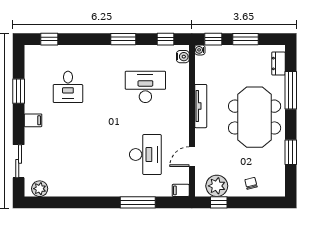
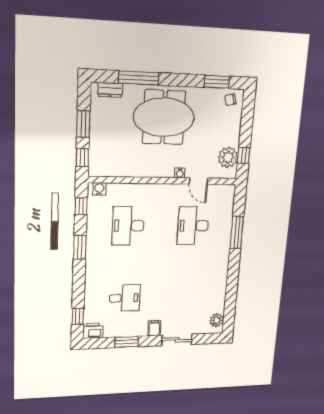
water cooler: (200, 50) -> (180, 173), moved
printer: (33, 55) -> (93, 331), added
tv unit: (201, 106) -> (150, 172), removed
window: (291, 152) -> (217, 82), moved
desk: (145, 155) -> (193, 226), turned -90
sliding door: (19, 161) -> (177, 340), moved
chair: (251, 183) -> (230, 100), moved
filing cabinet: (181, 190) -> (229, 192), removed

